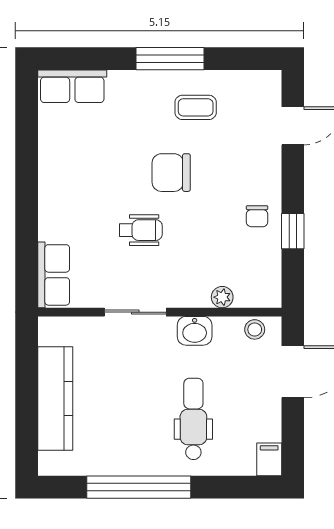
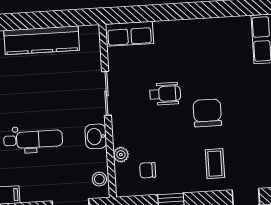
coffee table: (196, 107) -> (215, 164), moved
chair: (257, 216) -> (148, 170), moved
wheelchair: (141, 230) -> (165, 94), turned -90

